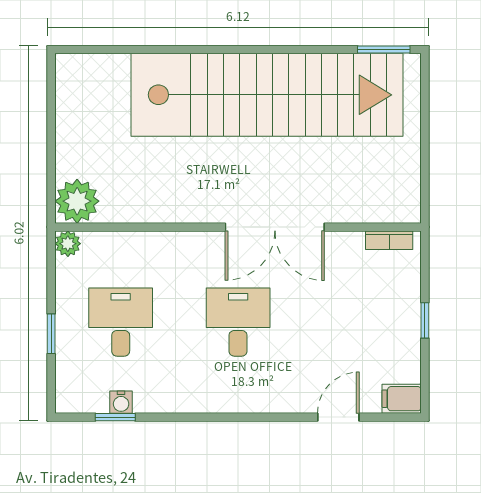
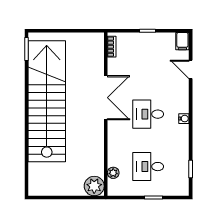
plant: (68, 244) -> (113, 173), moved
water cooler: (121, 402) -> (184, 119), moved

